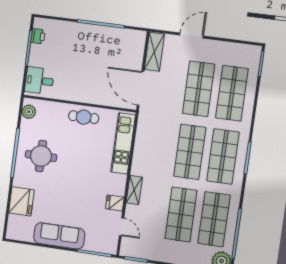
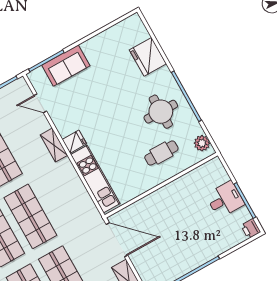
printer: (38, 36) -> (251, 229), moved
desk: (39, 81) -> (225, 200), moved
cafe table: (84, 117) -> (161, 153), moved
fridge: (115, 203) -> (74, 142), moved
sofa: (59, 236) -> (66, 65), moved, width x0.73

